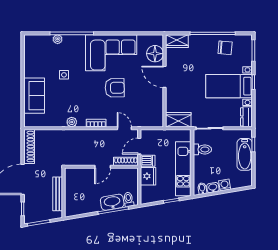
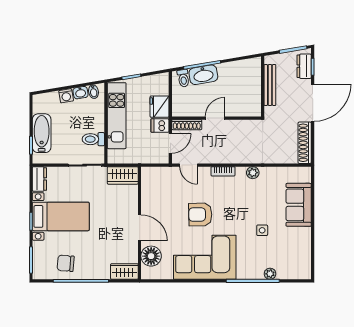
dresser: (30, 209) -> (304, 66), added

